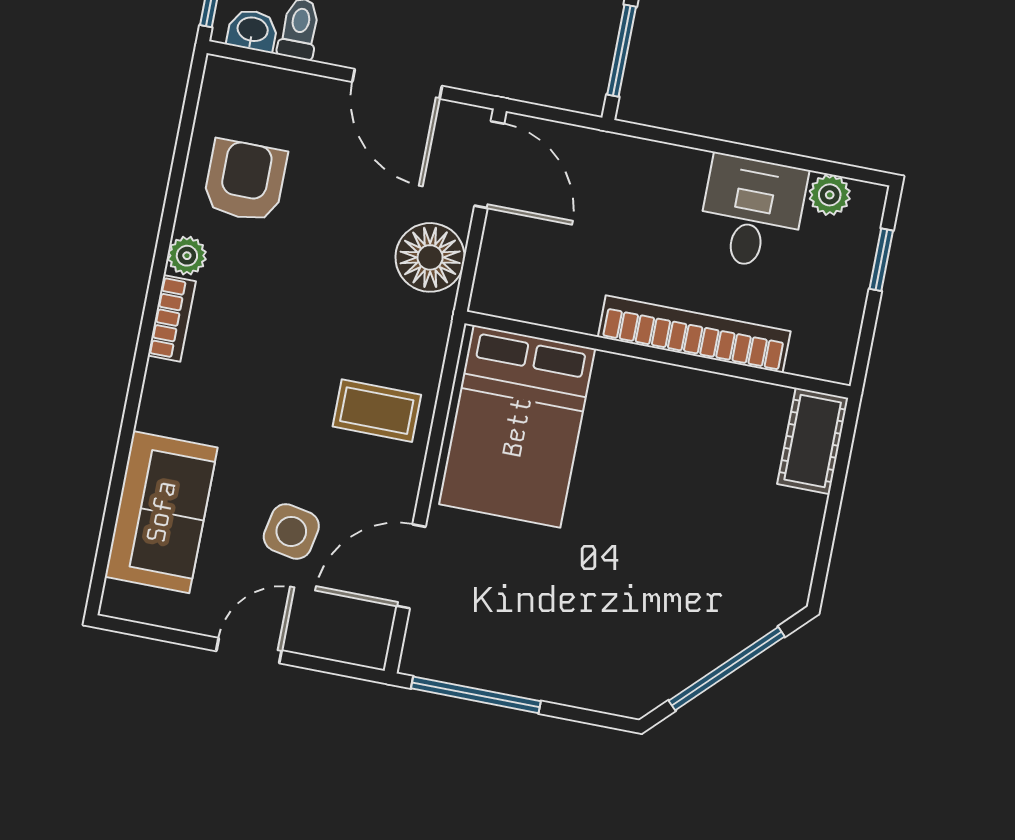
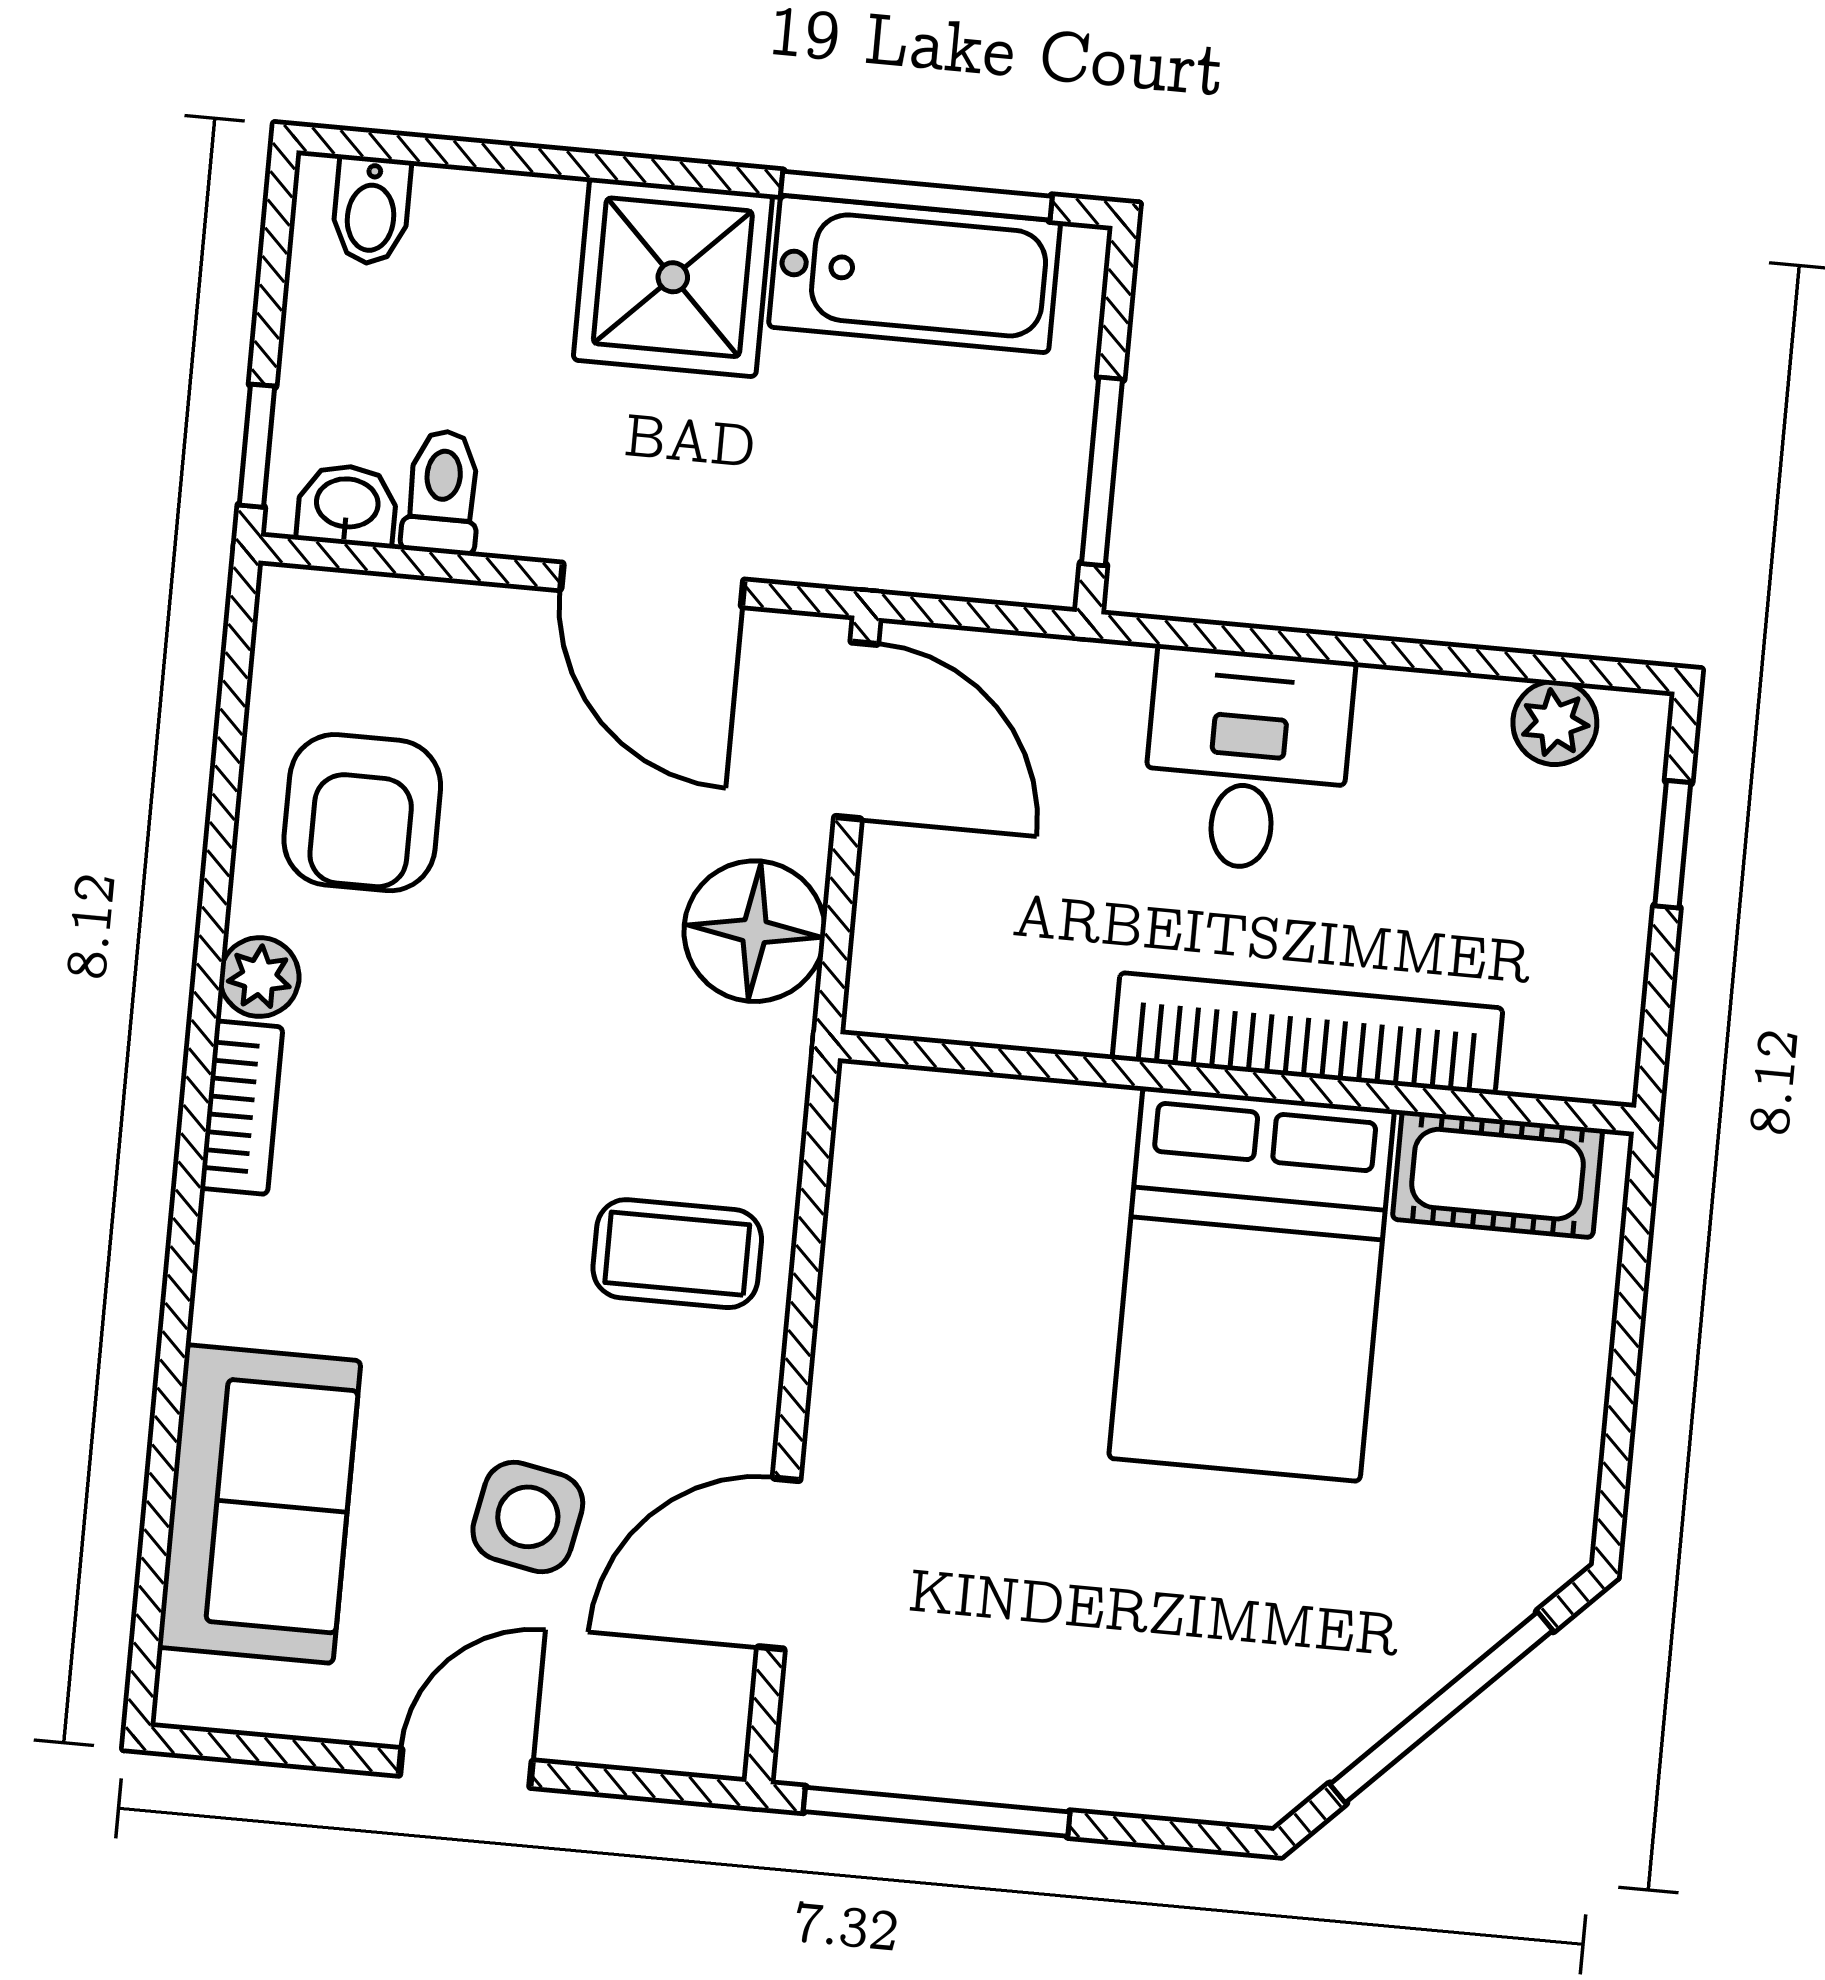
armchair: (245, 181) -> (362, 813), turned 180
desk: (752, 212) -> (1247, 760), moved
bed: (517, 427) -> (1251, 1284), moved
cot: (813, 441) -> (1497, 1174), moved, turned 90

